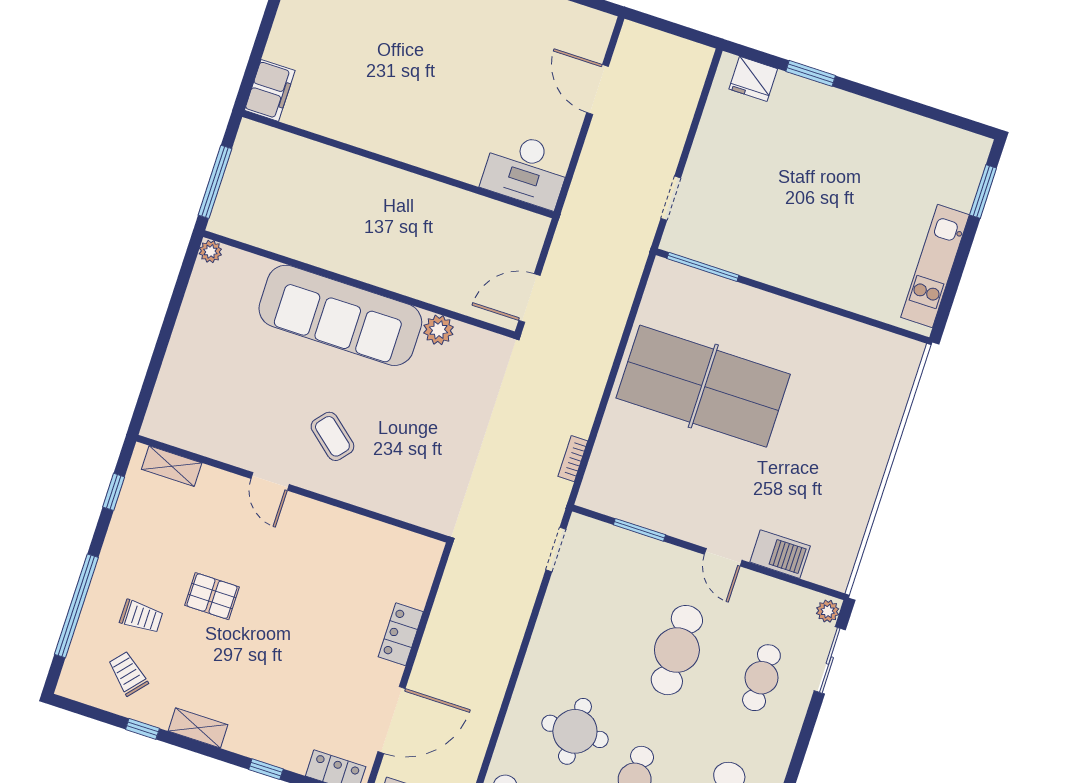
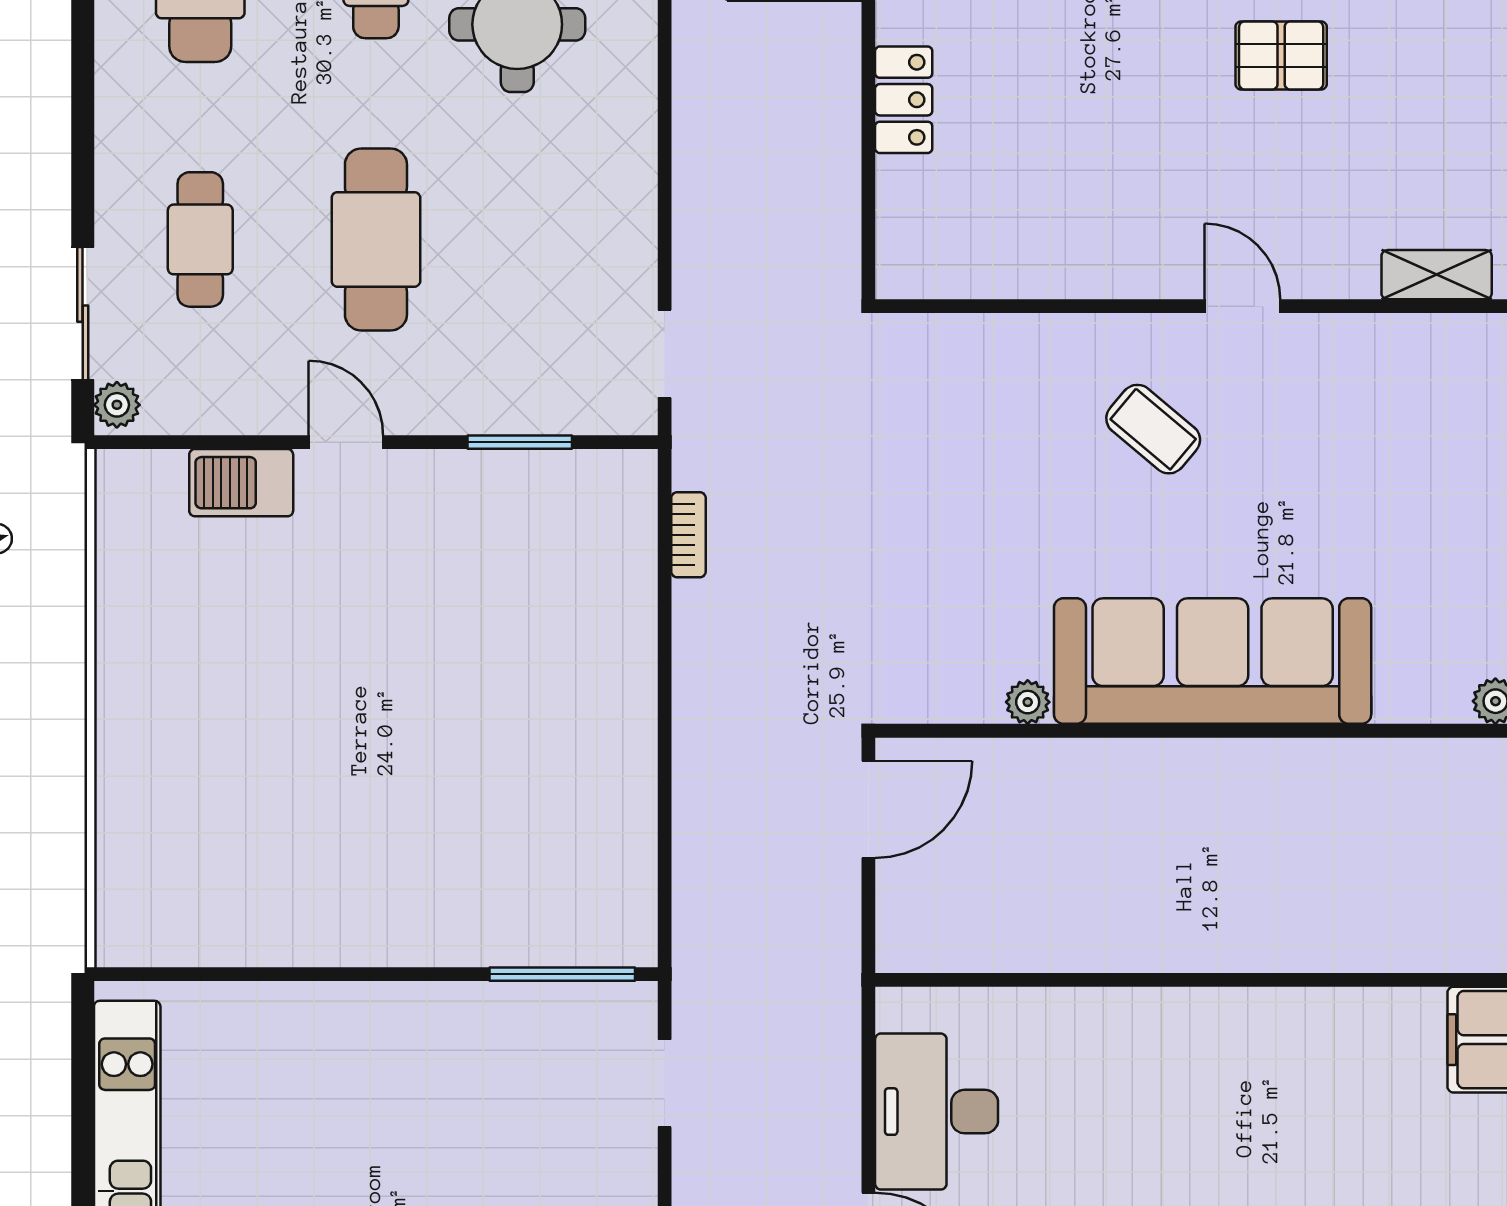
desk: (526, 170) -> (937, 1112), moved, turned -90
plant: (438, 330) -> (1028, 702), width x0.73, depth x0.73
table tennis table: (703, 386) -> (489, 751), removed

